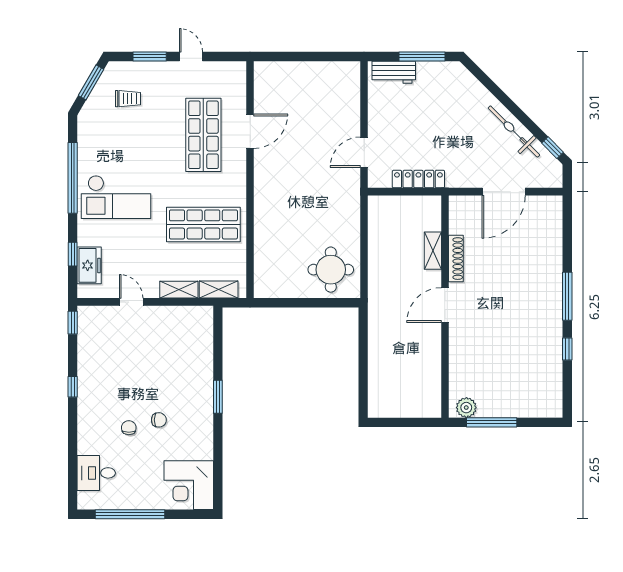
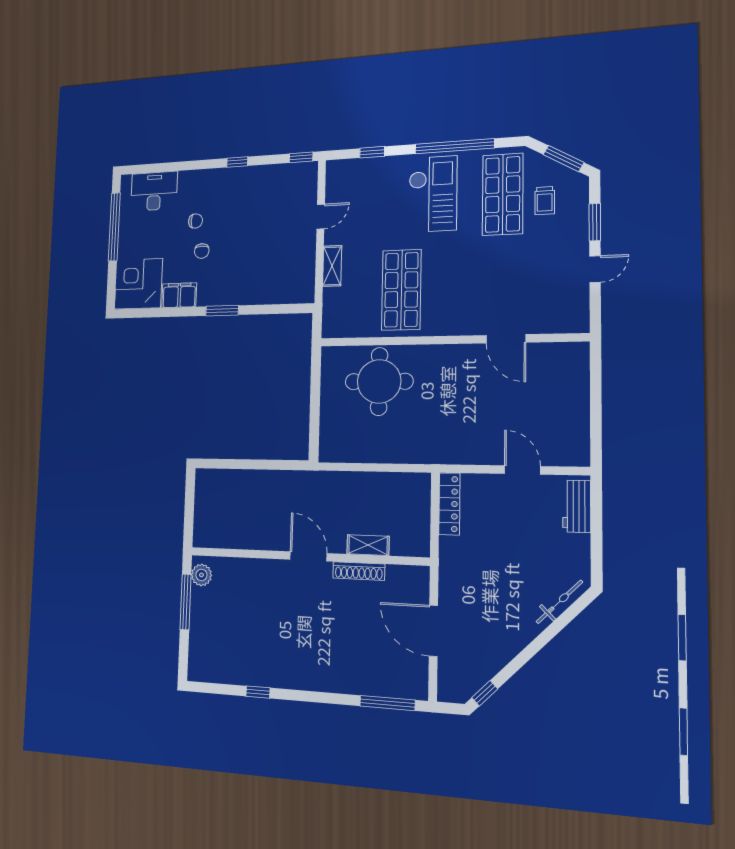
window: (422, 56) -> (596, 541), removed
bicycle: (514, 132) -> (559, 602), moved, width x0.73, depth x0.71
shop shelf: (203, 135) -> (503, 194), moved, turned 90
door: (364, 152) -> (522, 470), moved
locker: (418, 179) -> (449, 504), moved
checkout: (116, 197) -> (433, 194), turned 180
freezer: (89, 265) -> (360, 170), removed
round table: (331, 270) -> (379, 381), moved, width x1.36, depth x1.36
shelving: (219, 290) -> (331, 308), removed
window: (567, 296) -> (387, 703), moved
filing cabinet: (202, 442) -> (179, 295), added
desk: (96, 473) -> (154, 191), width x1.37

